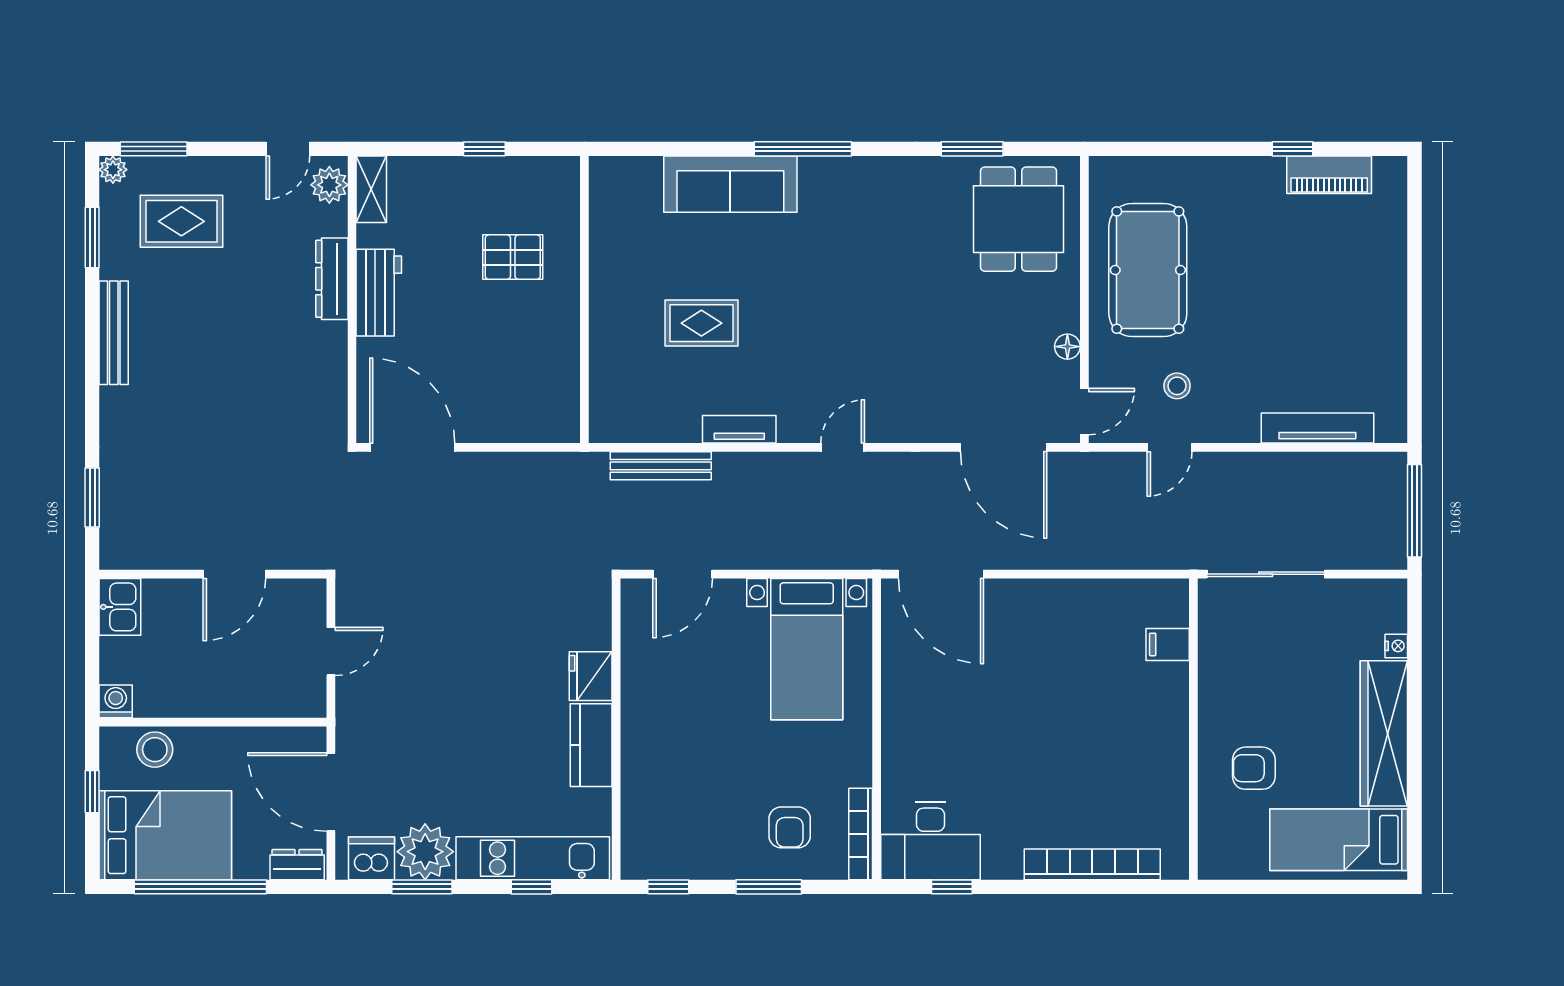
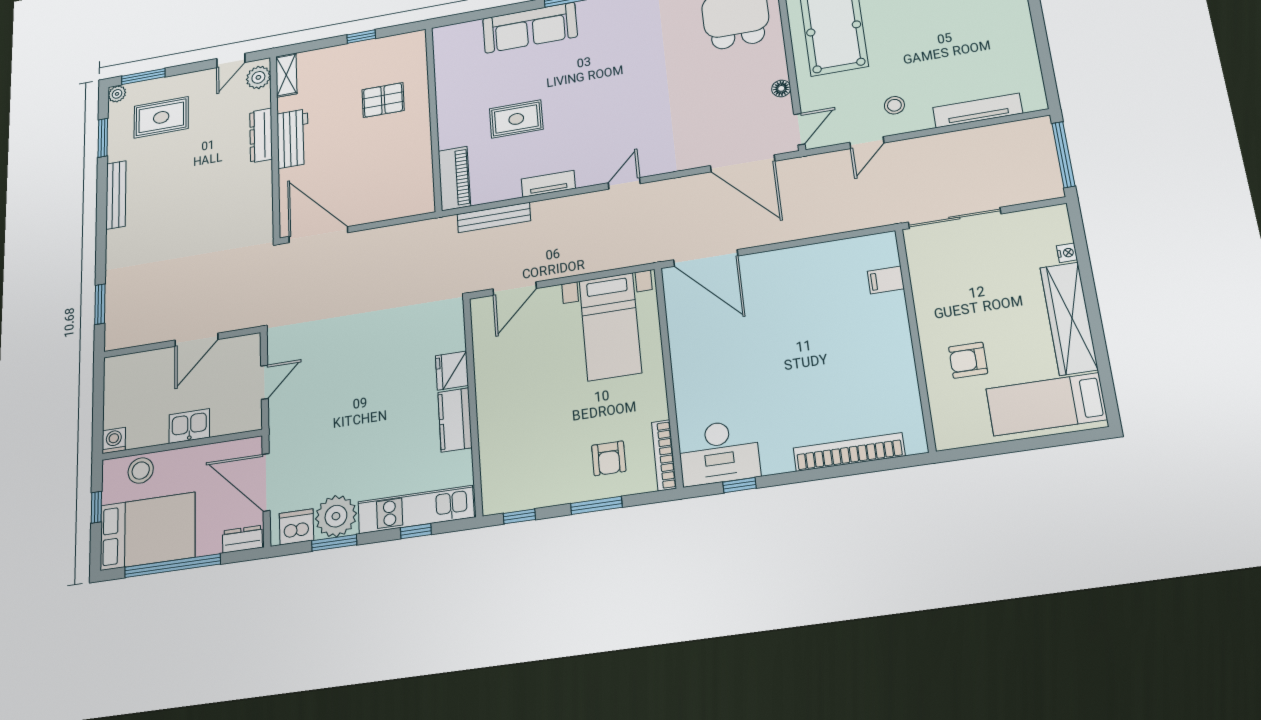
stool: (1177, 386) -> (894, 105), moved
piano: (609, 397) -> (454, 178), added
kitchen sink: (120, 607) -> (189, 426), moved, turned -90

